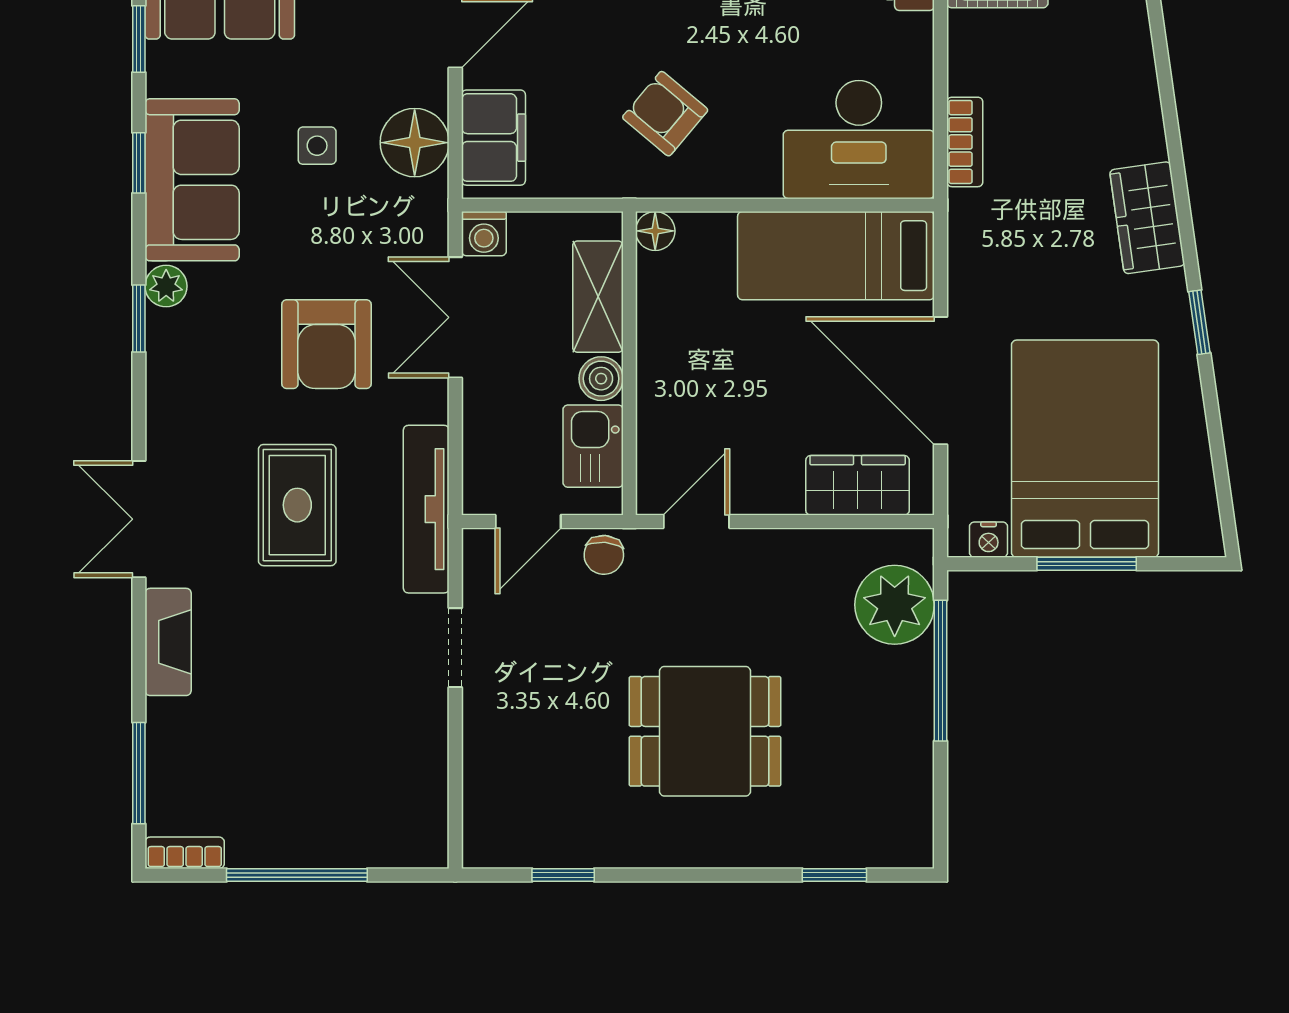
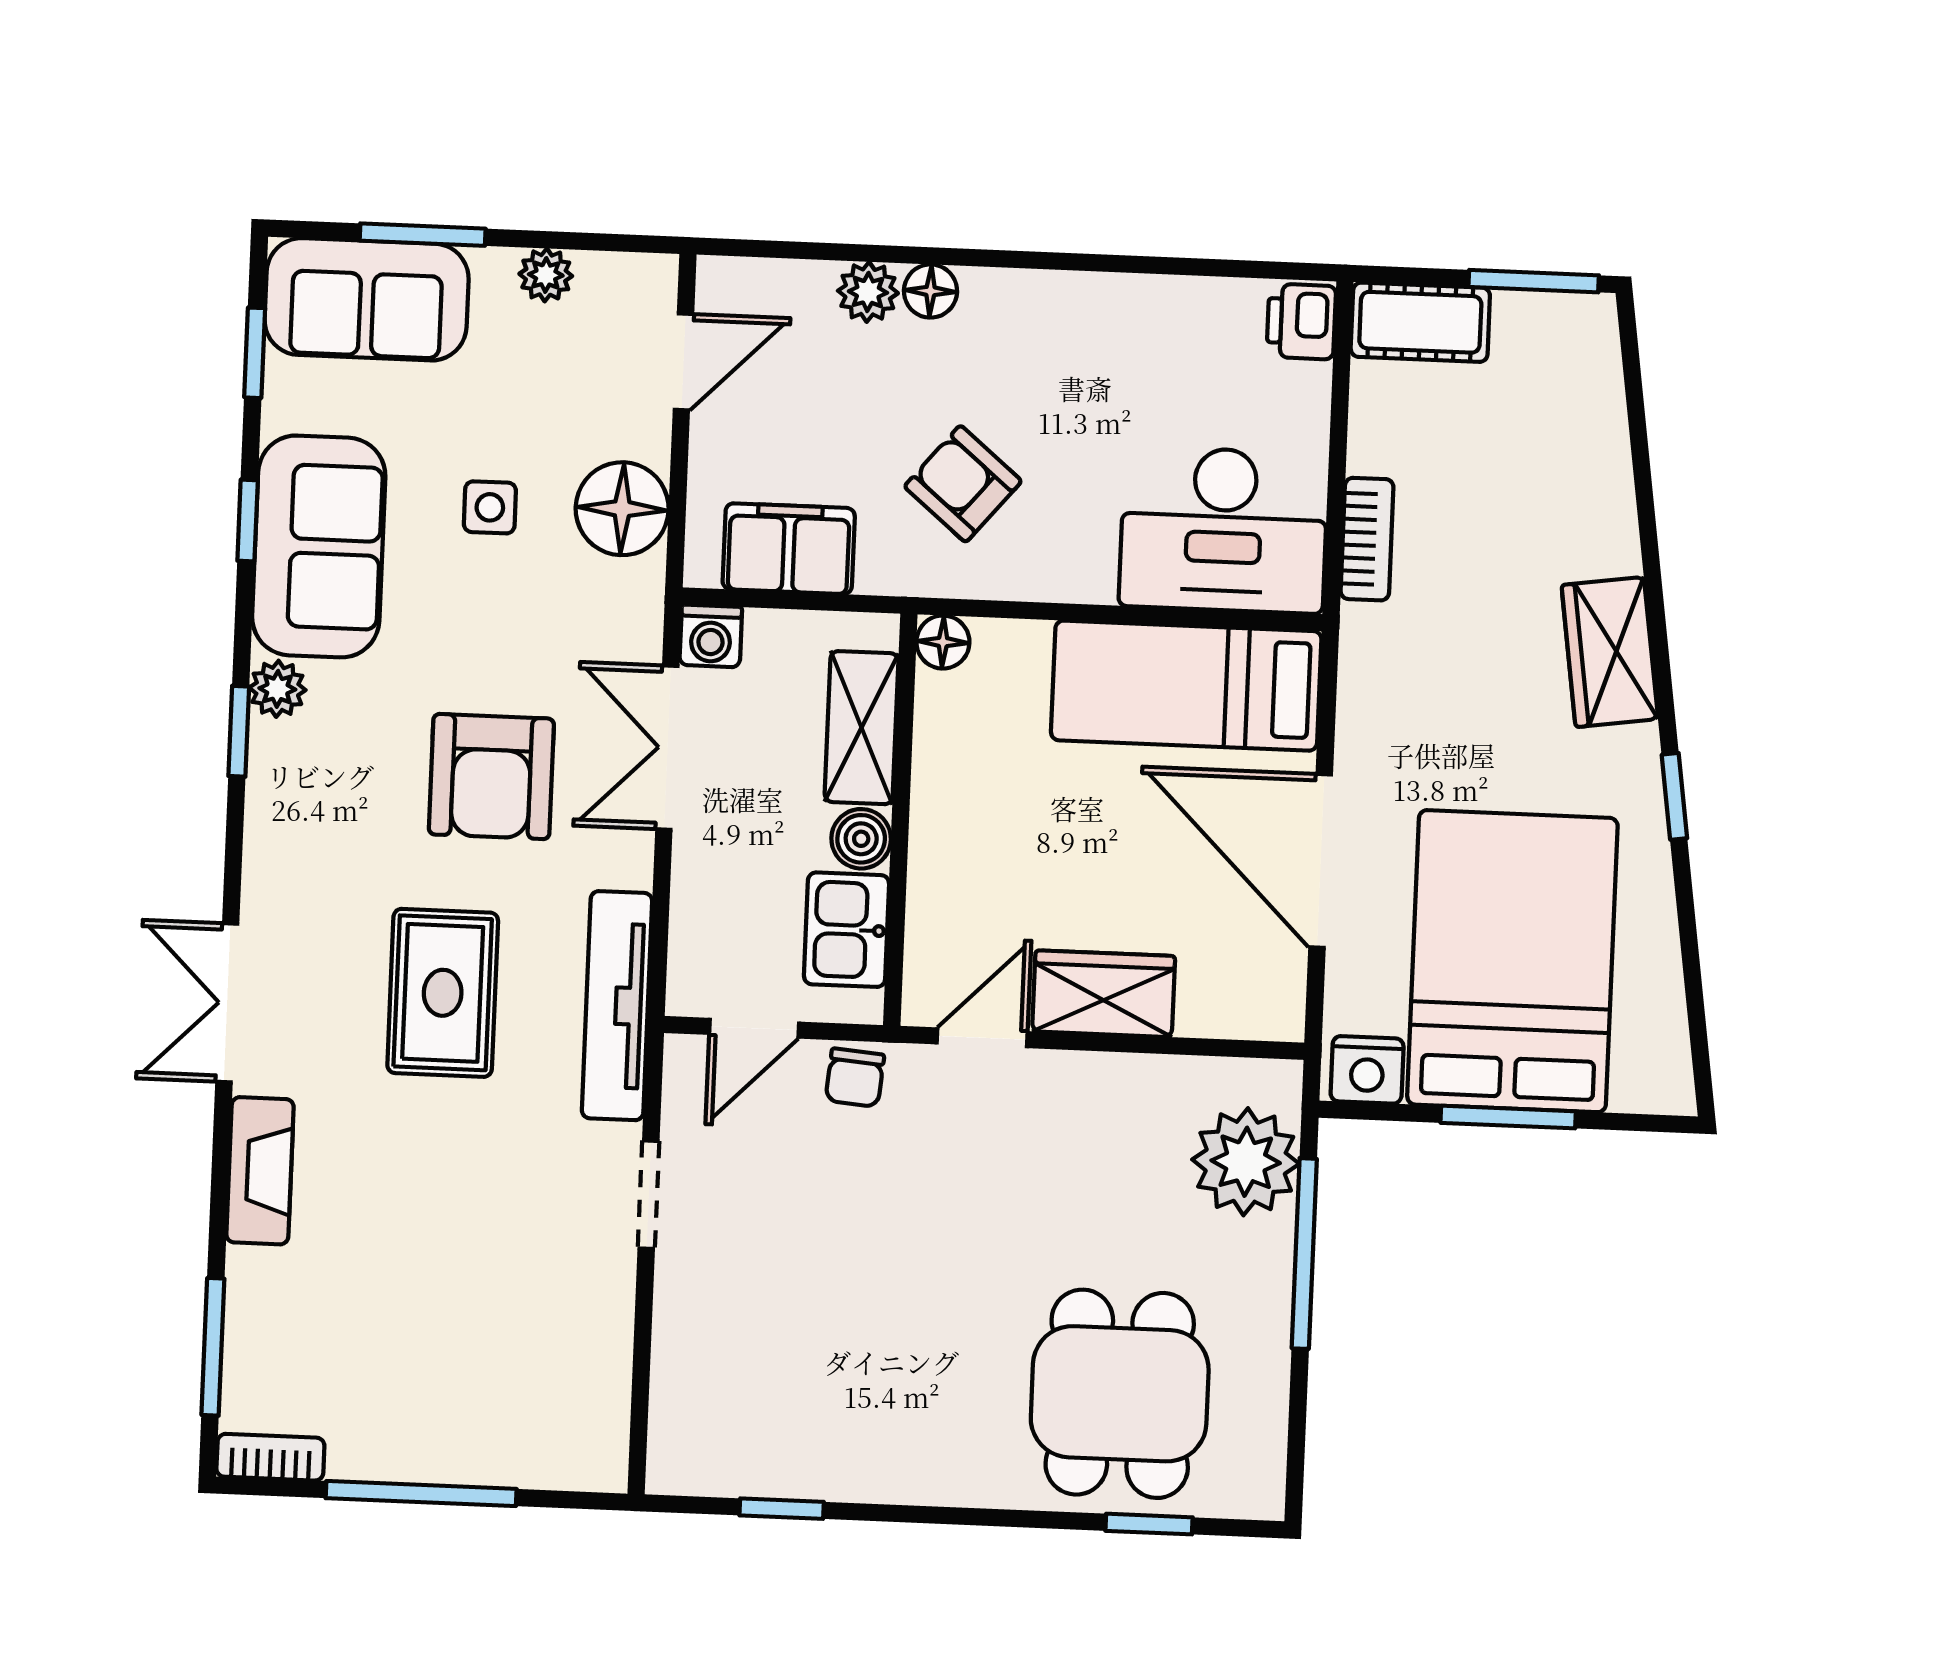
filing cabinet: (493, 138) -> (789, 549), moved, turned -90
wardrobe: (858, 485) -> (1104, 994), moved
nightstand: (989, 540) -> (1367, 1070), width x1.39, depth x1.35
dining table: (705, 731) -> (1120, 1394), moved, turned 90

